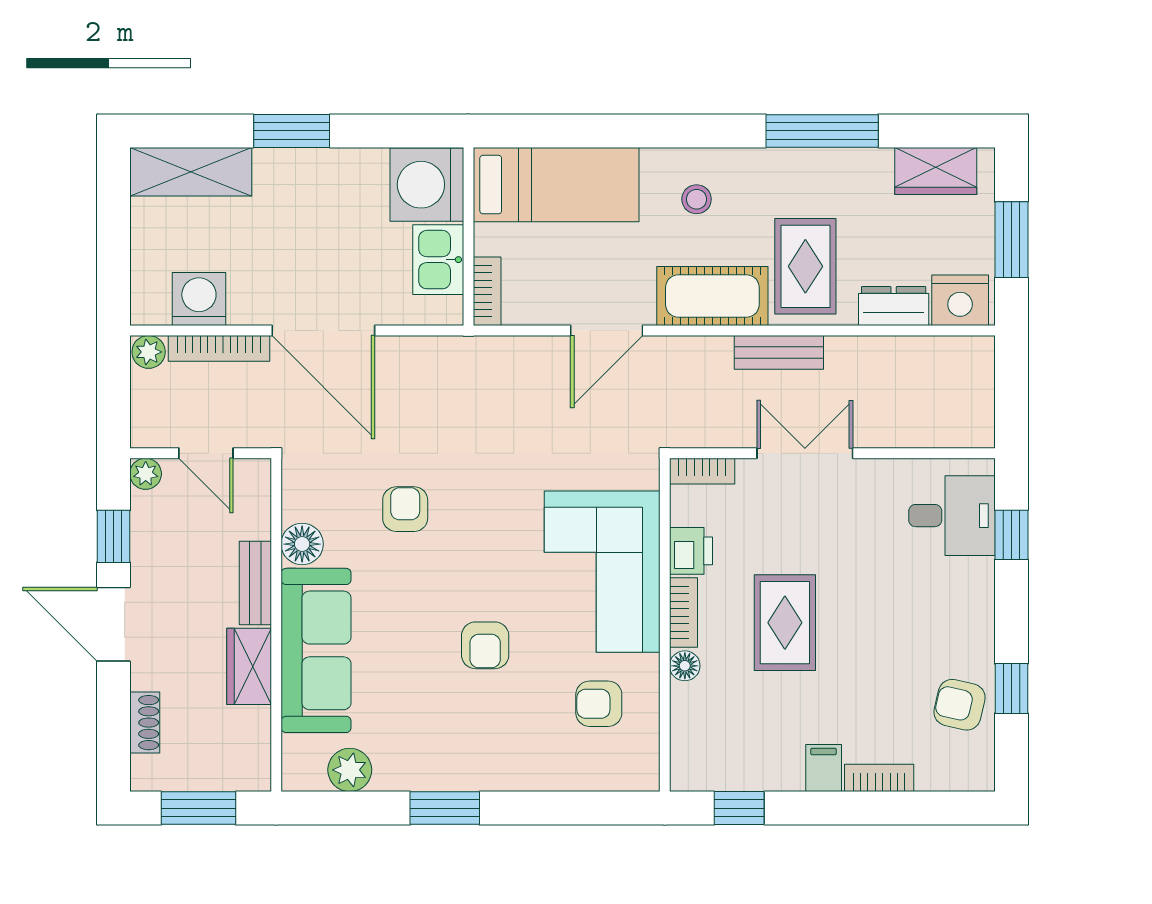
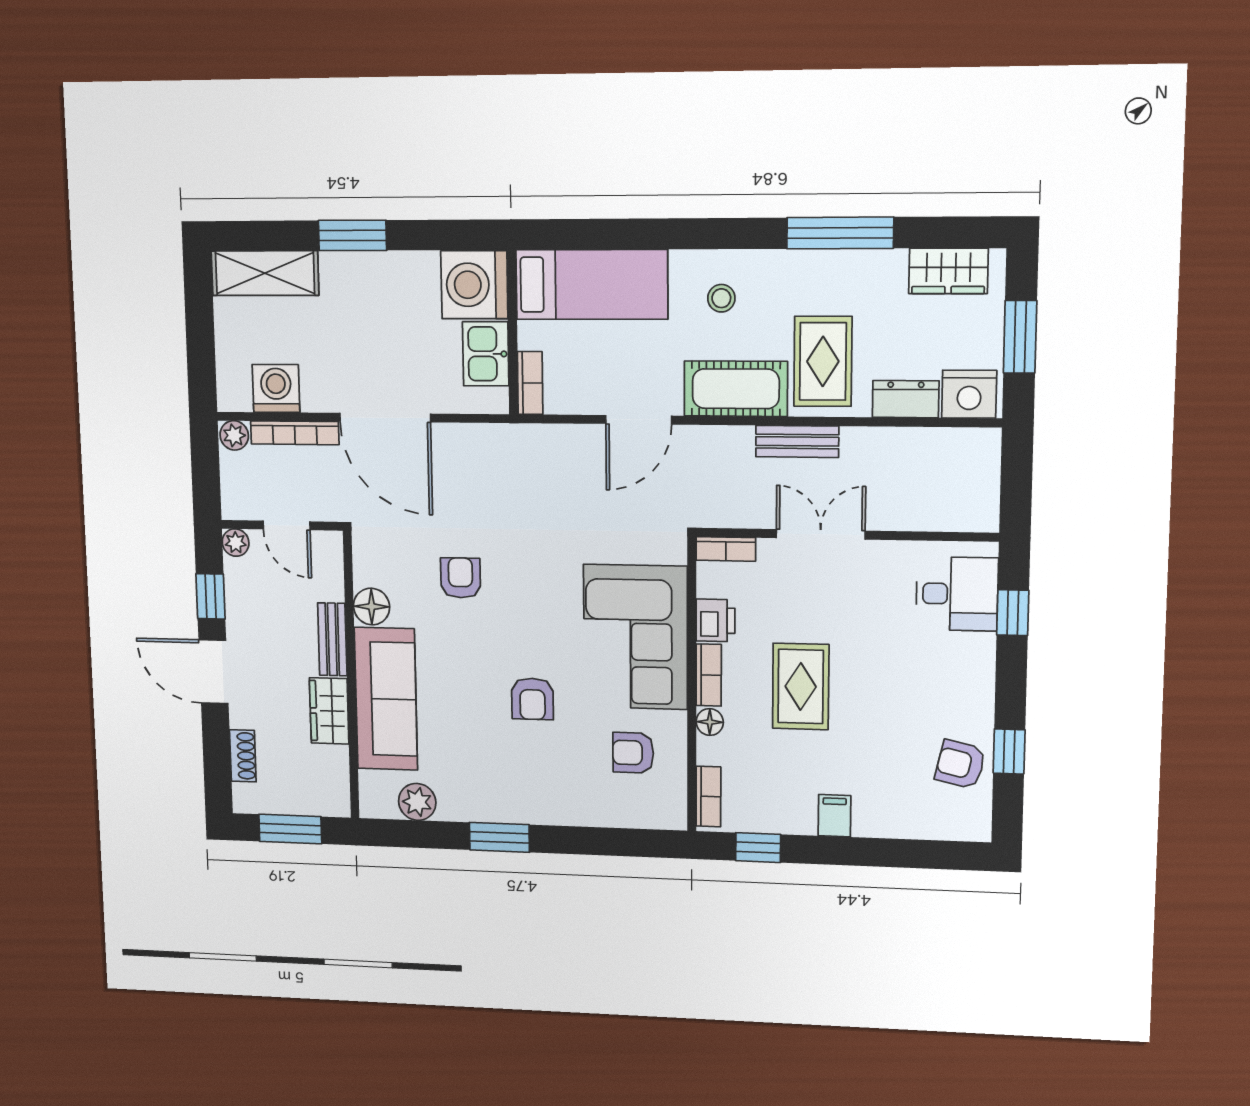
bookcase: (879, 778) -> (708, 797), moved, turned 90

